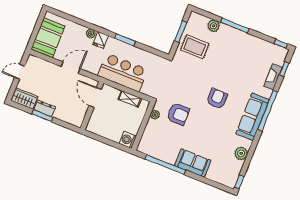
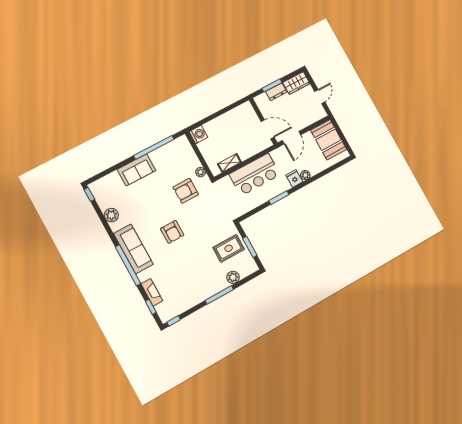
door: (95, 97) -> (268, 129), moved
wall: (92, 106) -> (263, 121), moved

